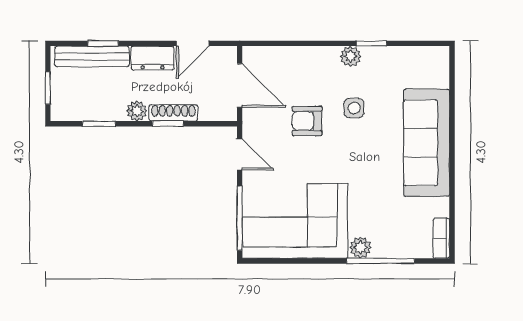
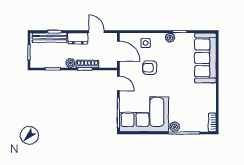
door: (193, 43) -> (96, 32), swing flipped
side table: (354, 108) -> (146, 43), moved
sofa: (427, 143) -> (205, 58), moved

